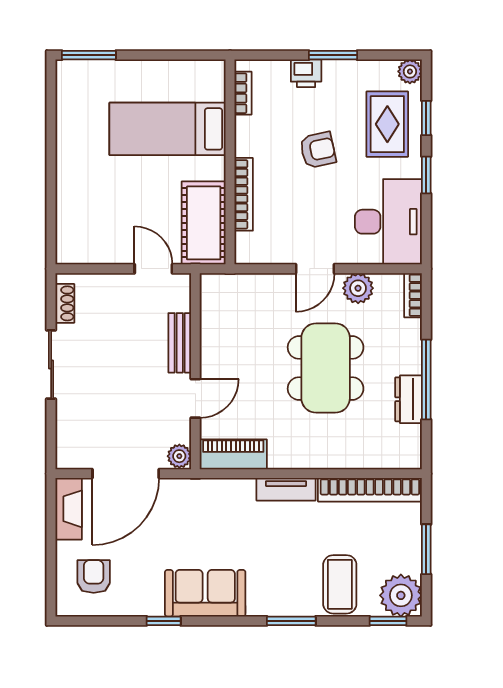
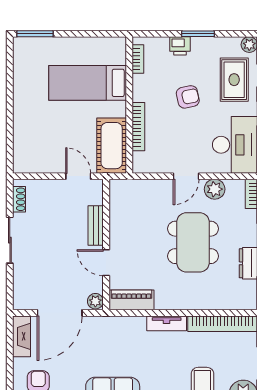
door: (195, 398) -> (106, 263), swing flipped

